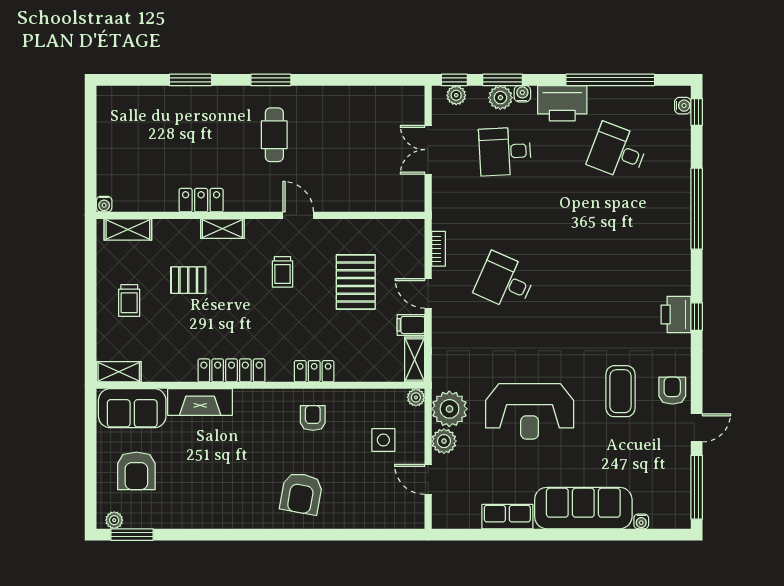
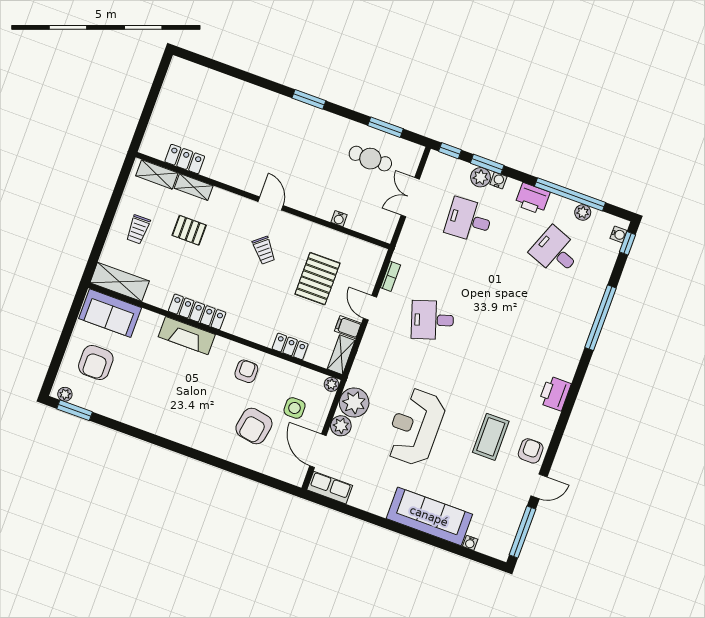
window: (191, 80) -> (385, 127), moved
plant: (456, 95) -> (583, 212), moved
printer: (562, 103) -> (532, 199), width x0.73, depth x0.84
cafe table: (274, 135) -> (370, 159), moved, turned 90
locker: (201, 200) -> (185, 159), moved
water cooler: (104, 204) -> (339, 219), moved
door: (298, 215) -> (271, 203), moved
shelving: (222, 229) -> (194, 187), moved
trolley: (282, 272) -> (264, 250), turned -40
desk: (505, 281) -> (432, 320), turned -42
window: (697, 317) -> (570, 401), removed
locker: (314, 371) -> (290, 346), moved
shelving: (119, 372) -> (120, 282), width x1.50, depth x1.33
fireplace: (200, 402) -> (187, 336), moved
reception desk: (530, 411) -> (415, 427), turned 90
door: (428, 479) -> (318, 451), width x1.38
armchair: (301, 493) -> (254, 426), moved
row of seats: (507, 517) -> (330, 488), moved

